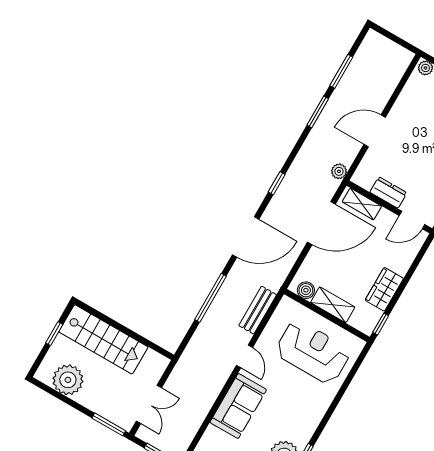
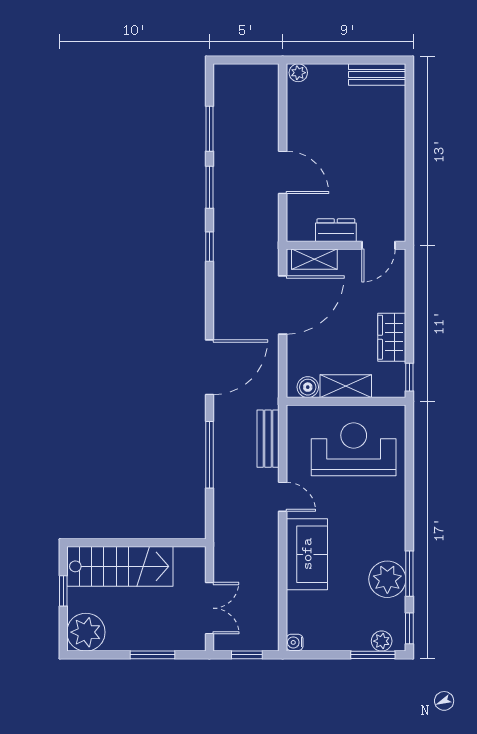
door: (375, 131) -> (283, 172), swing flipped
plant: (339, 171) -> (269, 238), removed
window: (277, 183) -> (209, 247), moved
plant: (68, 380) -> (86, 632), moved
window: (109, 424) -> (152, 655), moved

